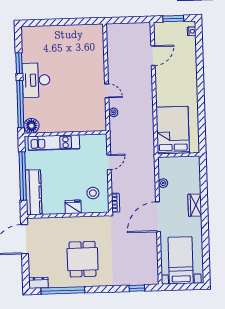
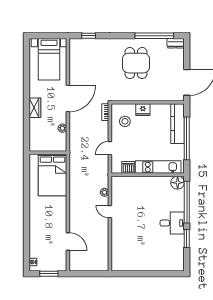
door: (153, 56) -> (68, 241), swing flipped
desk: (36, 80) -> (172, 223), width x0.73
dishwasher: (88, 141) -> (128, 167), added

